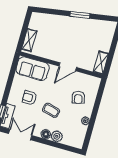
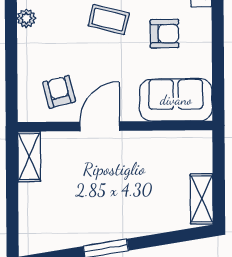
shelving: (29, 40) -> (202, 199), moved
armchair: (78, 97) -> (59, 92), moved

